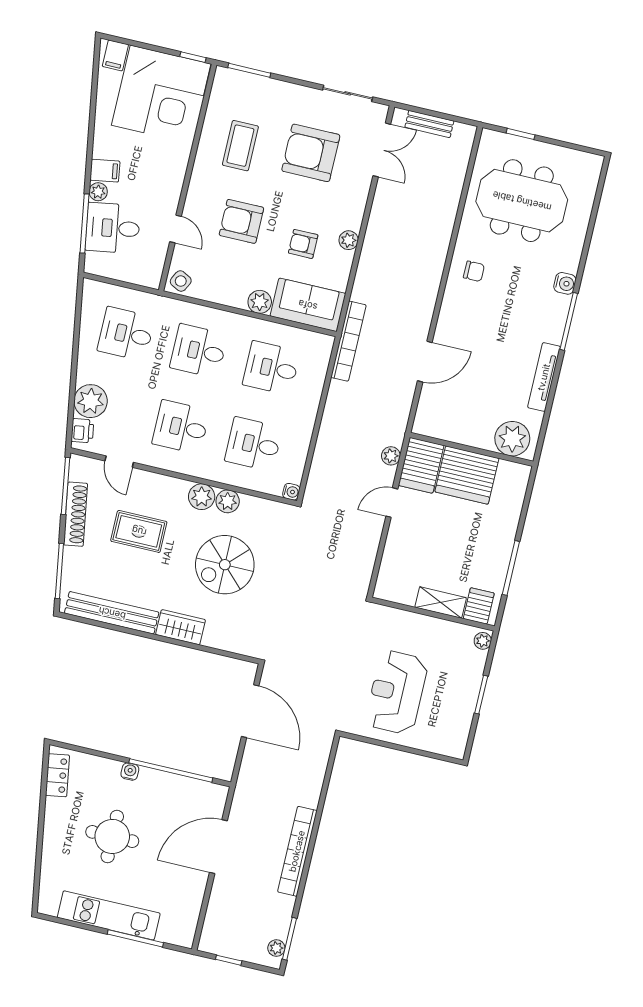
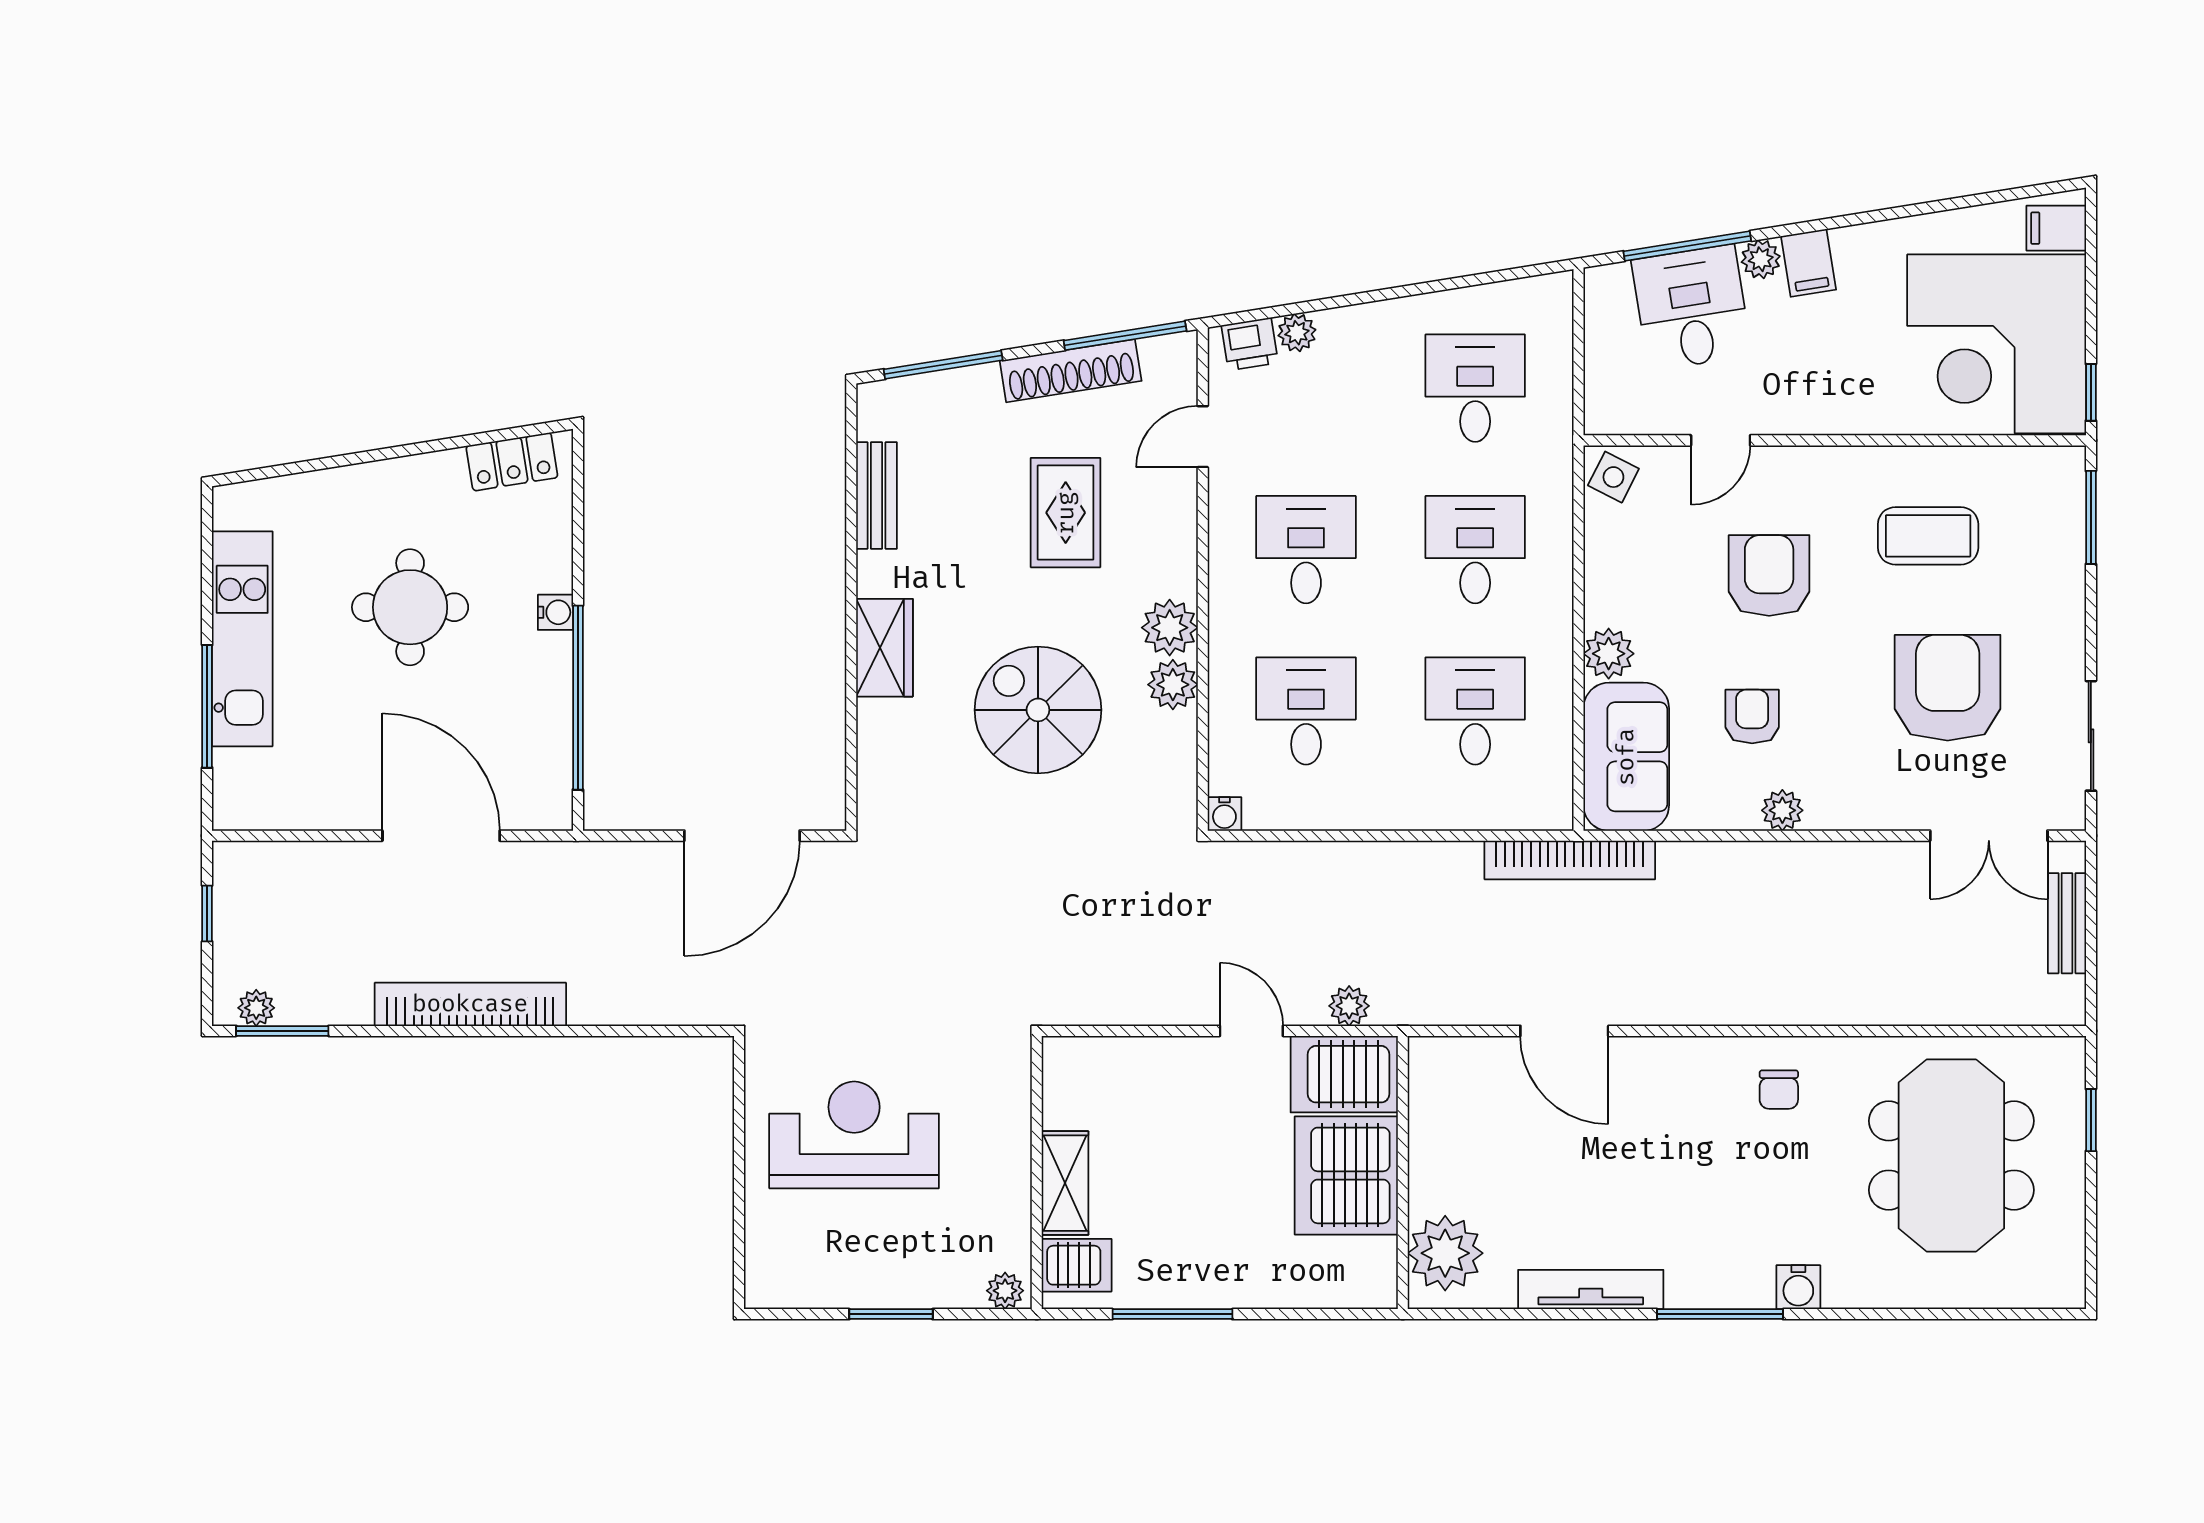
plant: (91, 401) -> (1297, 333), width x0.53, depth x0.53
bench: (112, 613) -> (877, 496), width x0.54, depth x0.82

